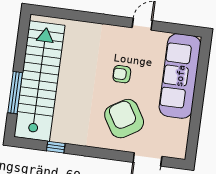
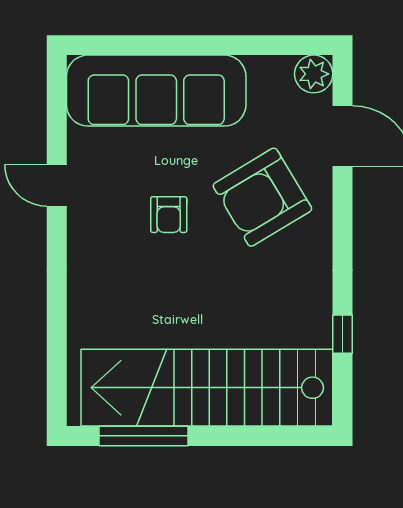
window: (15, 93) -> (143, 436), moved
plant: (178, 150) -> (314, 74), added

